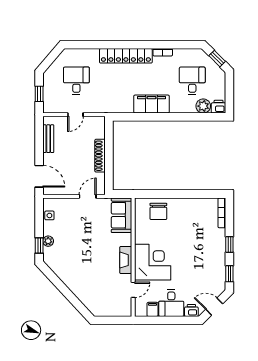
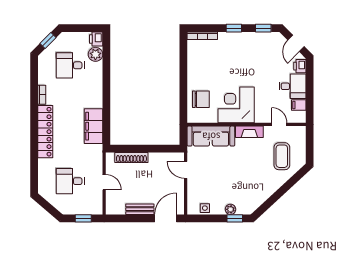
filing cabinet: (152, 104) -> (93, 126), moved
bench: (48, 139) -> (140, 209), moved
shoe rack: (100, 156) -> (131, 157), moved
sofa: (121, 215) -> (211, 136), width x1.36
corner desk: (153, 262) -> (236, 105), moved
coffee table: (101, 292) -> (282, 156), added

